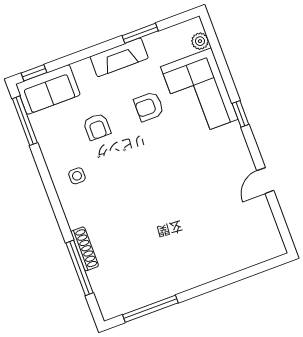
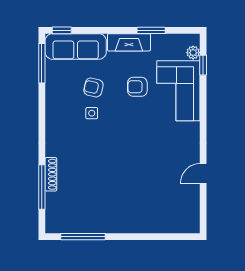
sofa: (48, 89) -> (76, 46), width x1.36
window: (240, 114) -> (203, 65), moved
armchair: (97, 127) -> (93, 87), turned 103
side table: (77, 176) -> (92, 113), moved

